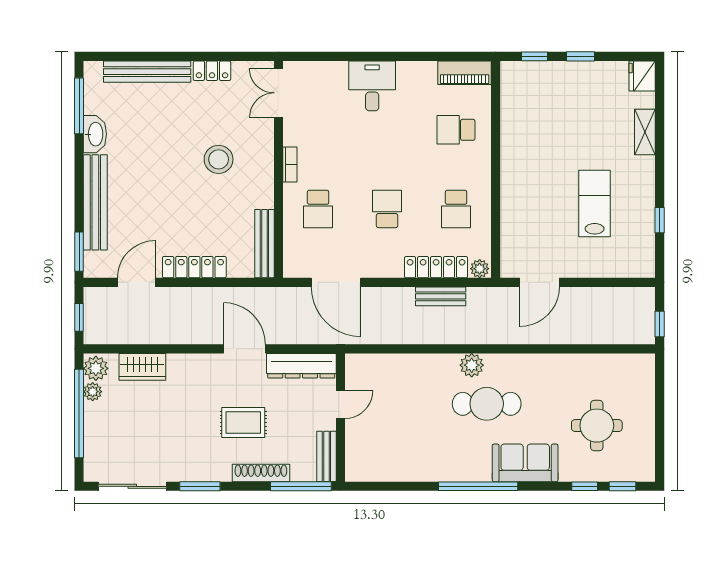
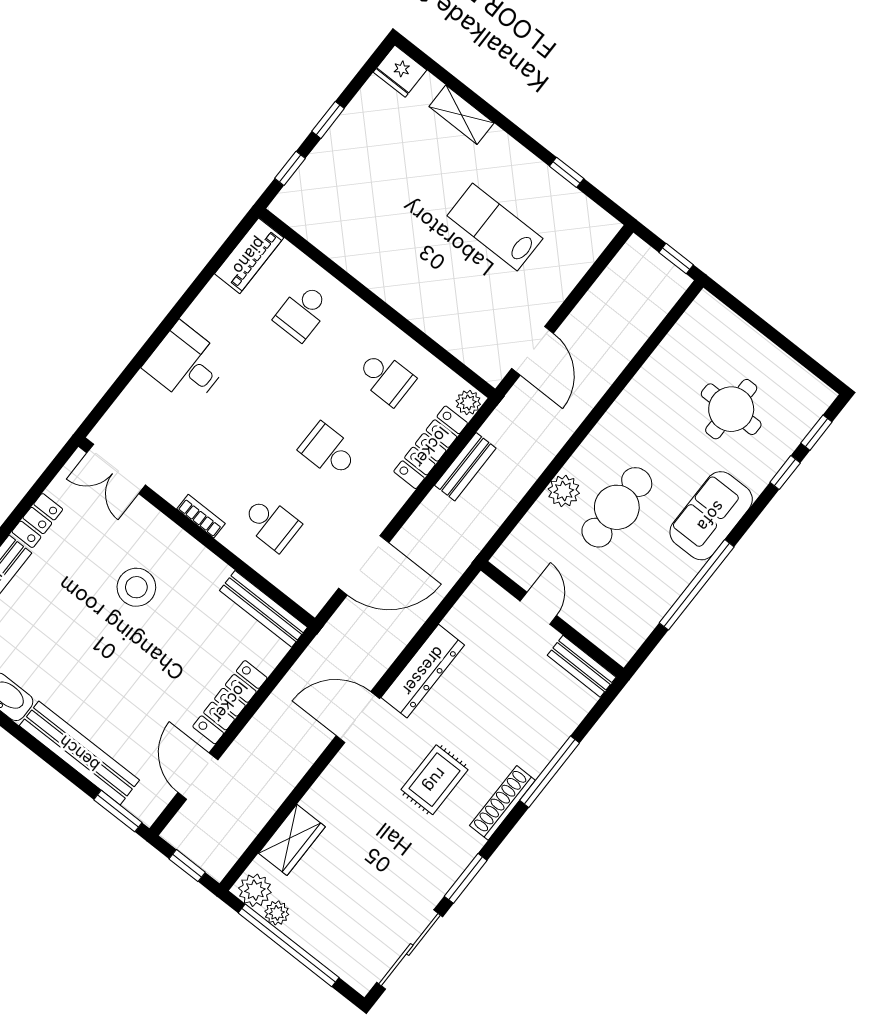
door: (341, 404) -> (538, 608), moved
wall: (341, 418) -> (552, 619), moved
bench: (326, 456) -> (582, 666), moved

